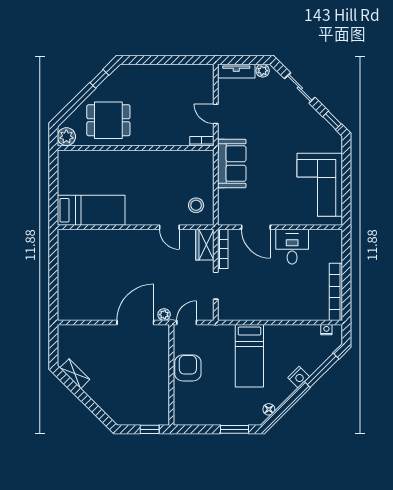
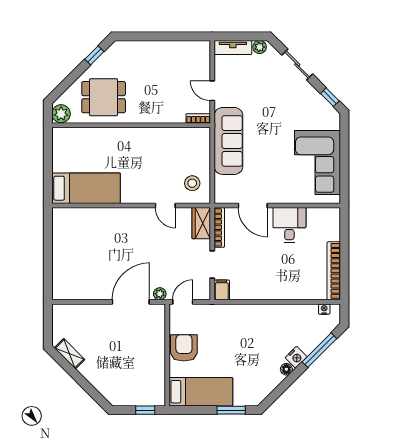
sofa: (232, 164) -> (228, 141), width x1.36
filing cabinet: (225, 311) -> (222, 290), added
bed: (249, 356) -> (201, 392), moved, turned -90
floor lamp: (269, 409) -> (286, 369), moved

